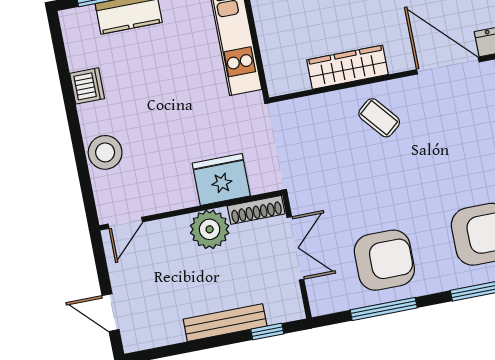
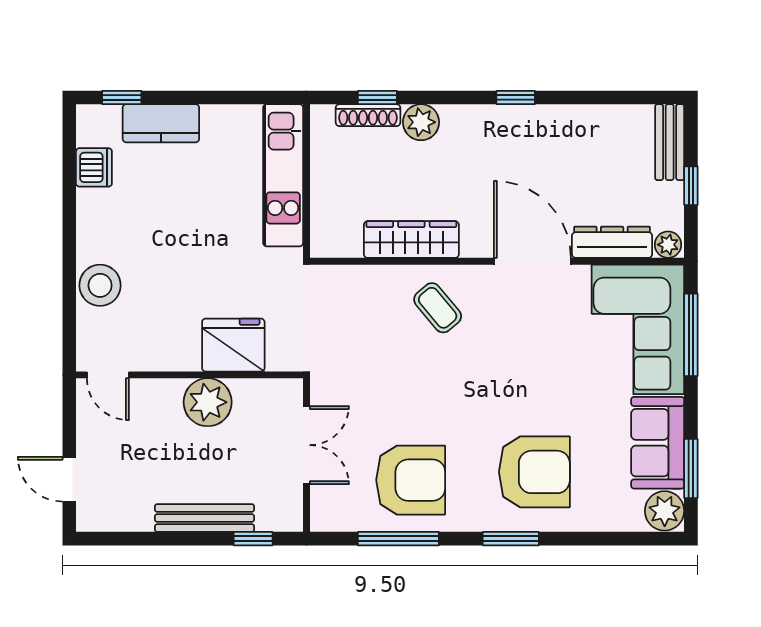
dishwasher: (87, 86) -> (94, 167), moved
shoe rack: (256, 210) -> (268, 390), removed
door: (125, 223) -> (108, 375), hinge flipped

